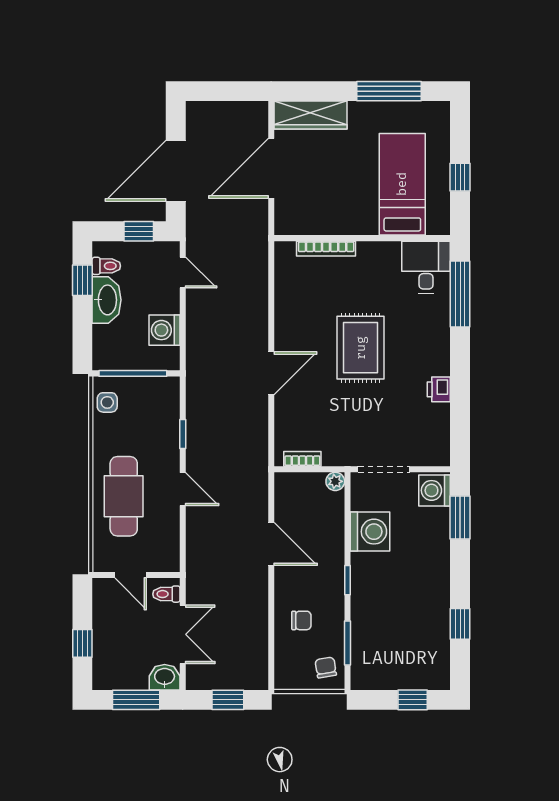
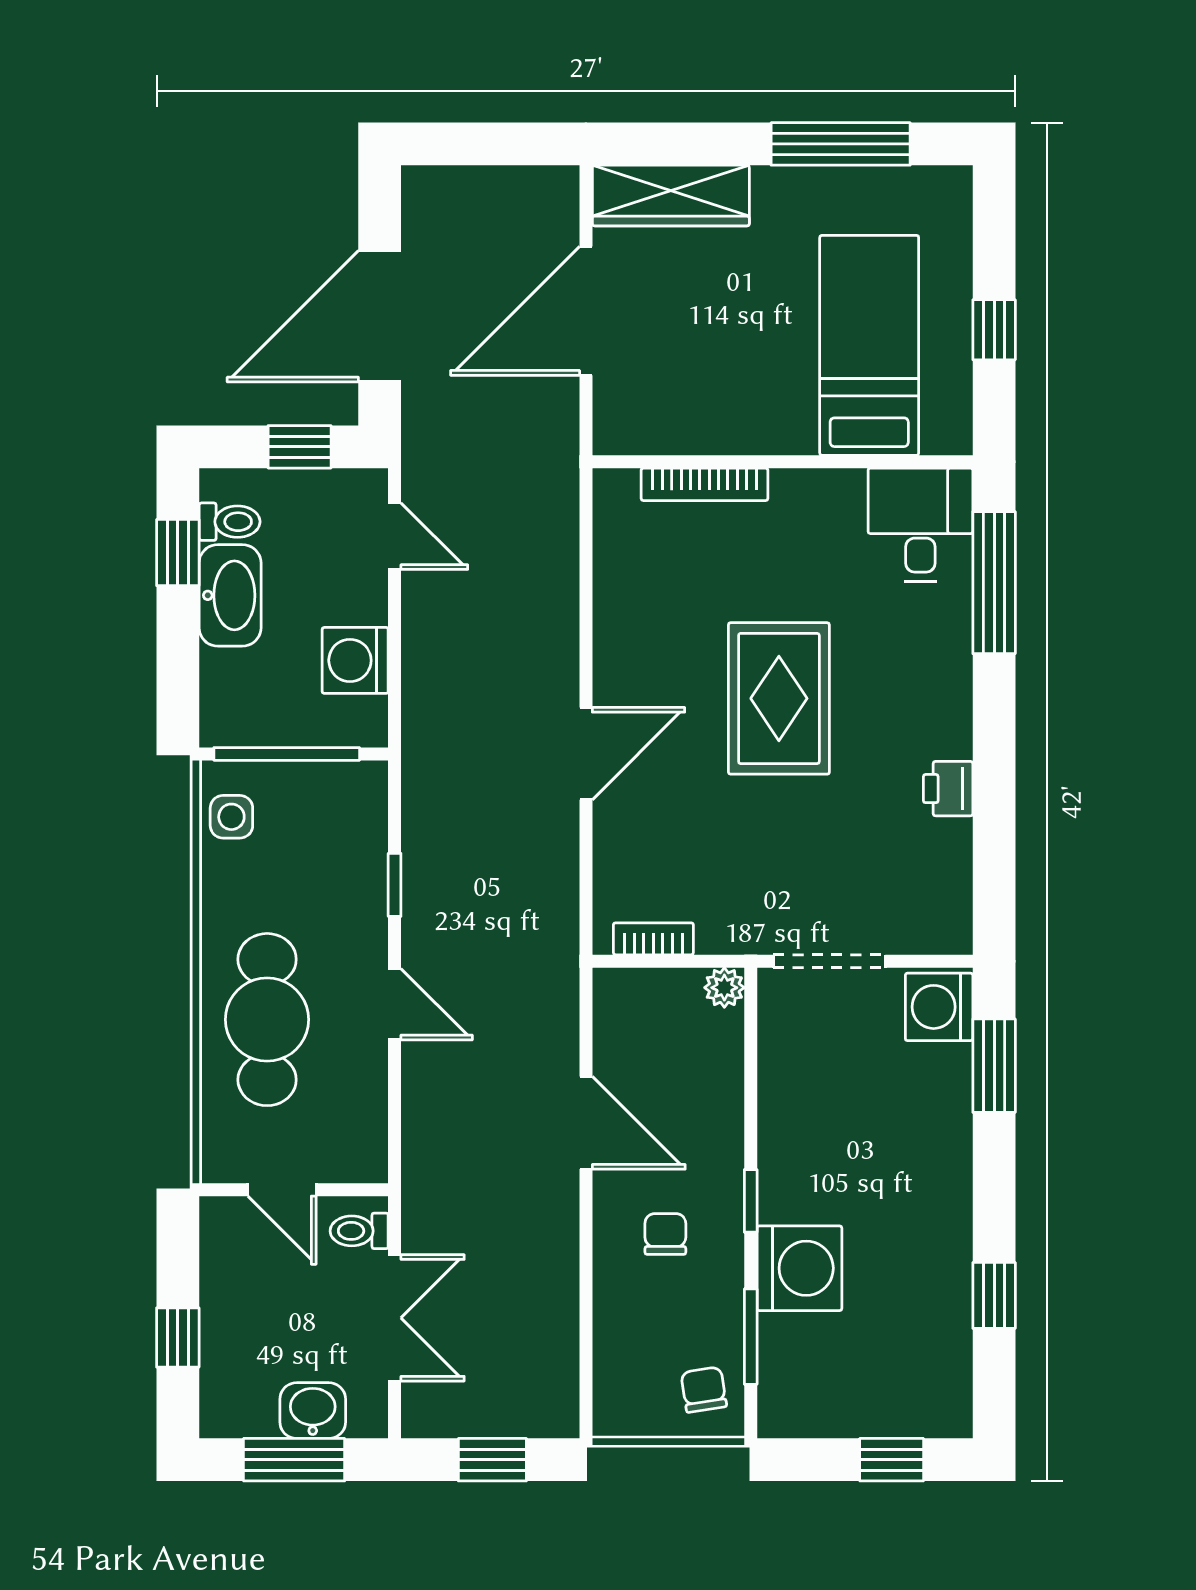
washing machine: (370, 532) -> (799, 1268), moved
chair: (301, 620) -> (665, 1234), moved, turned -90
washbasin: (165, 677) -> (313, 1411), moved

